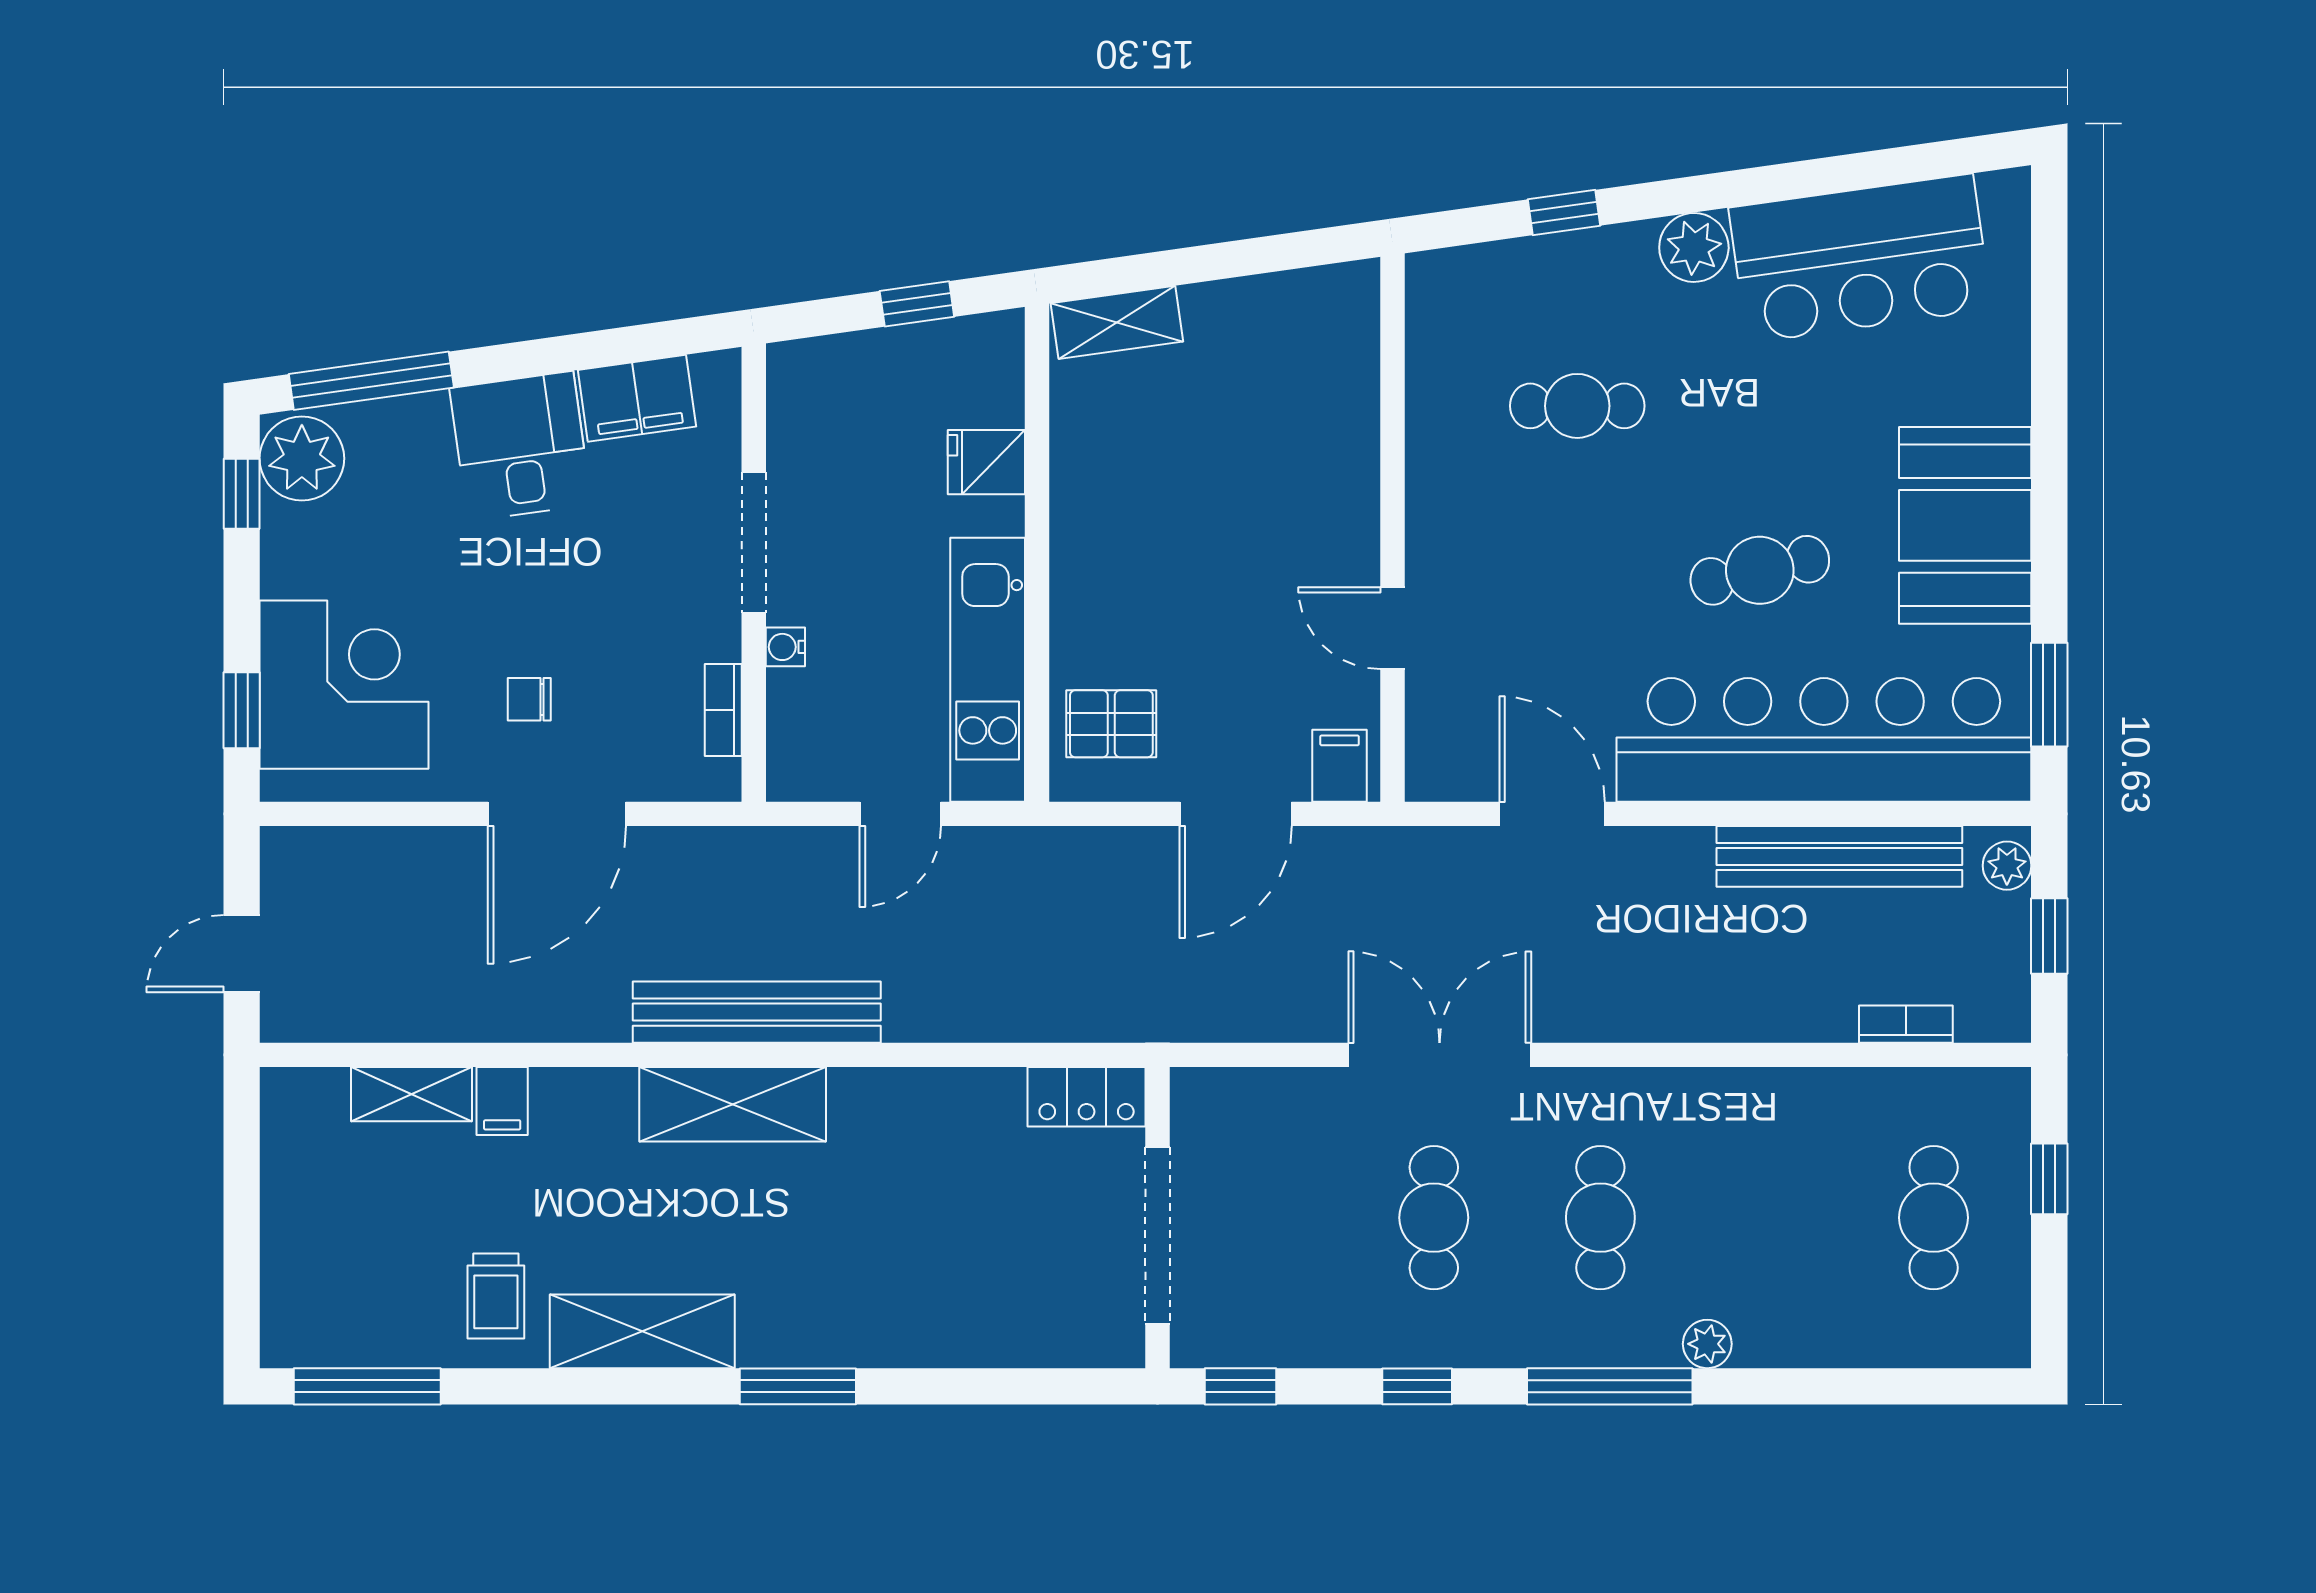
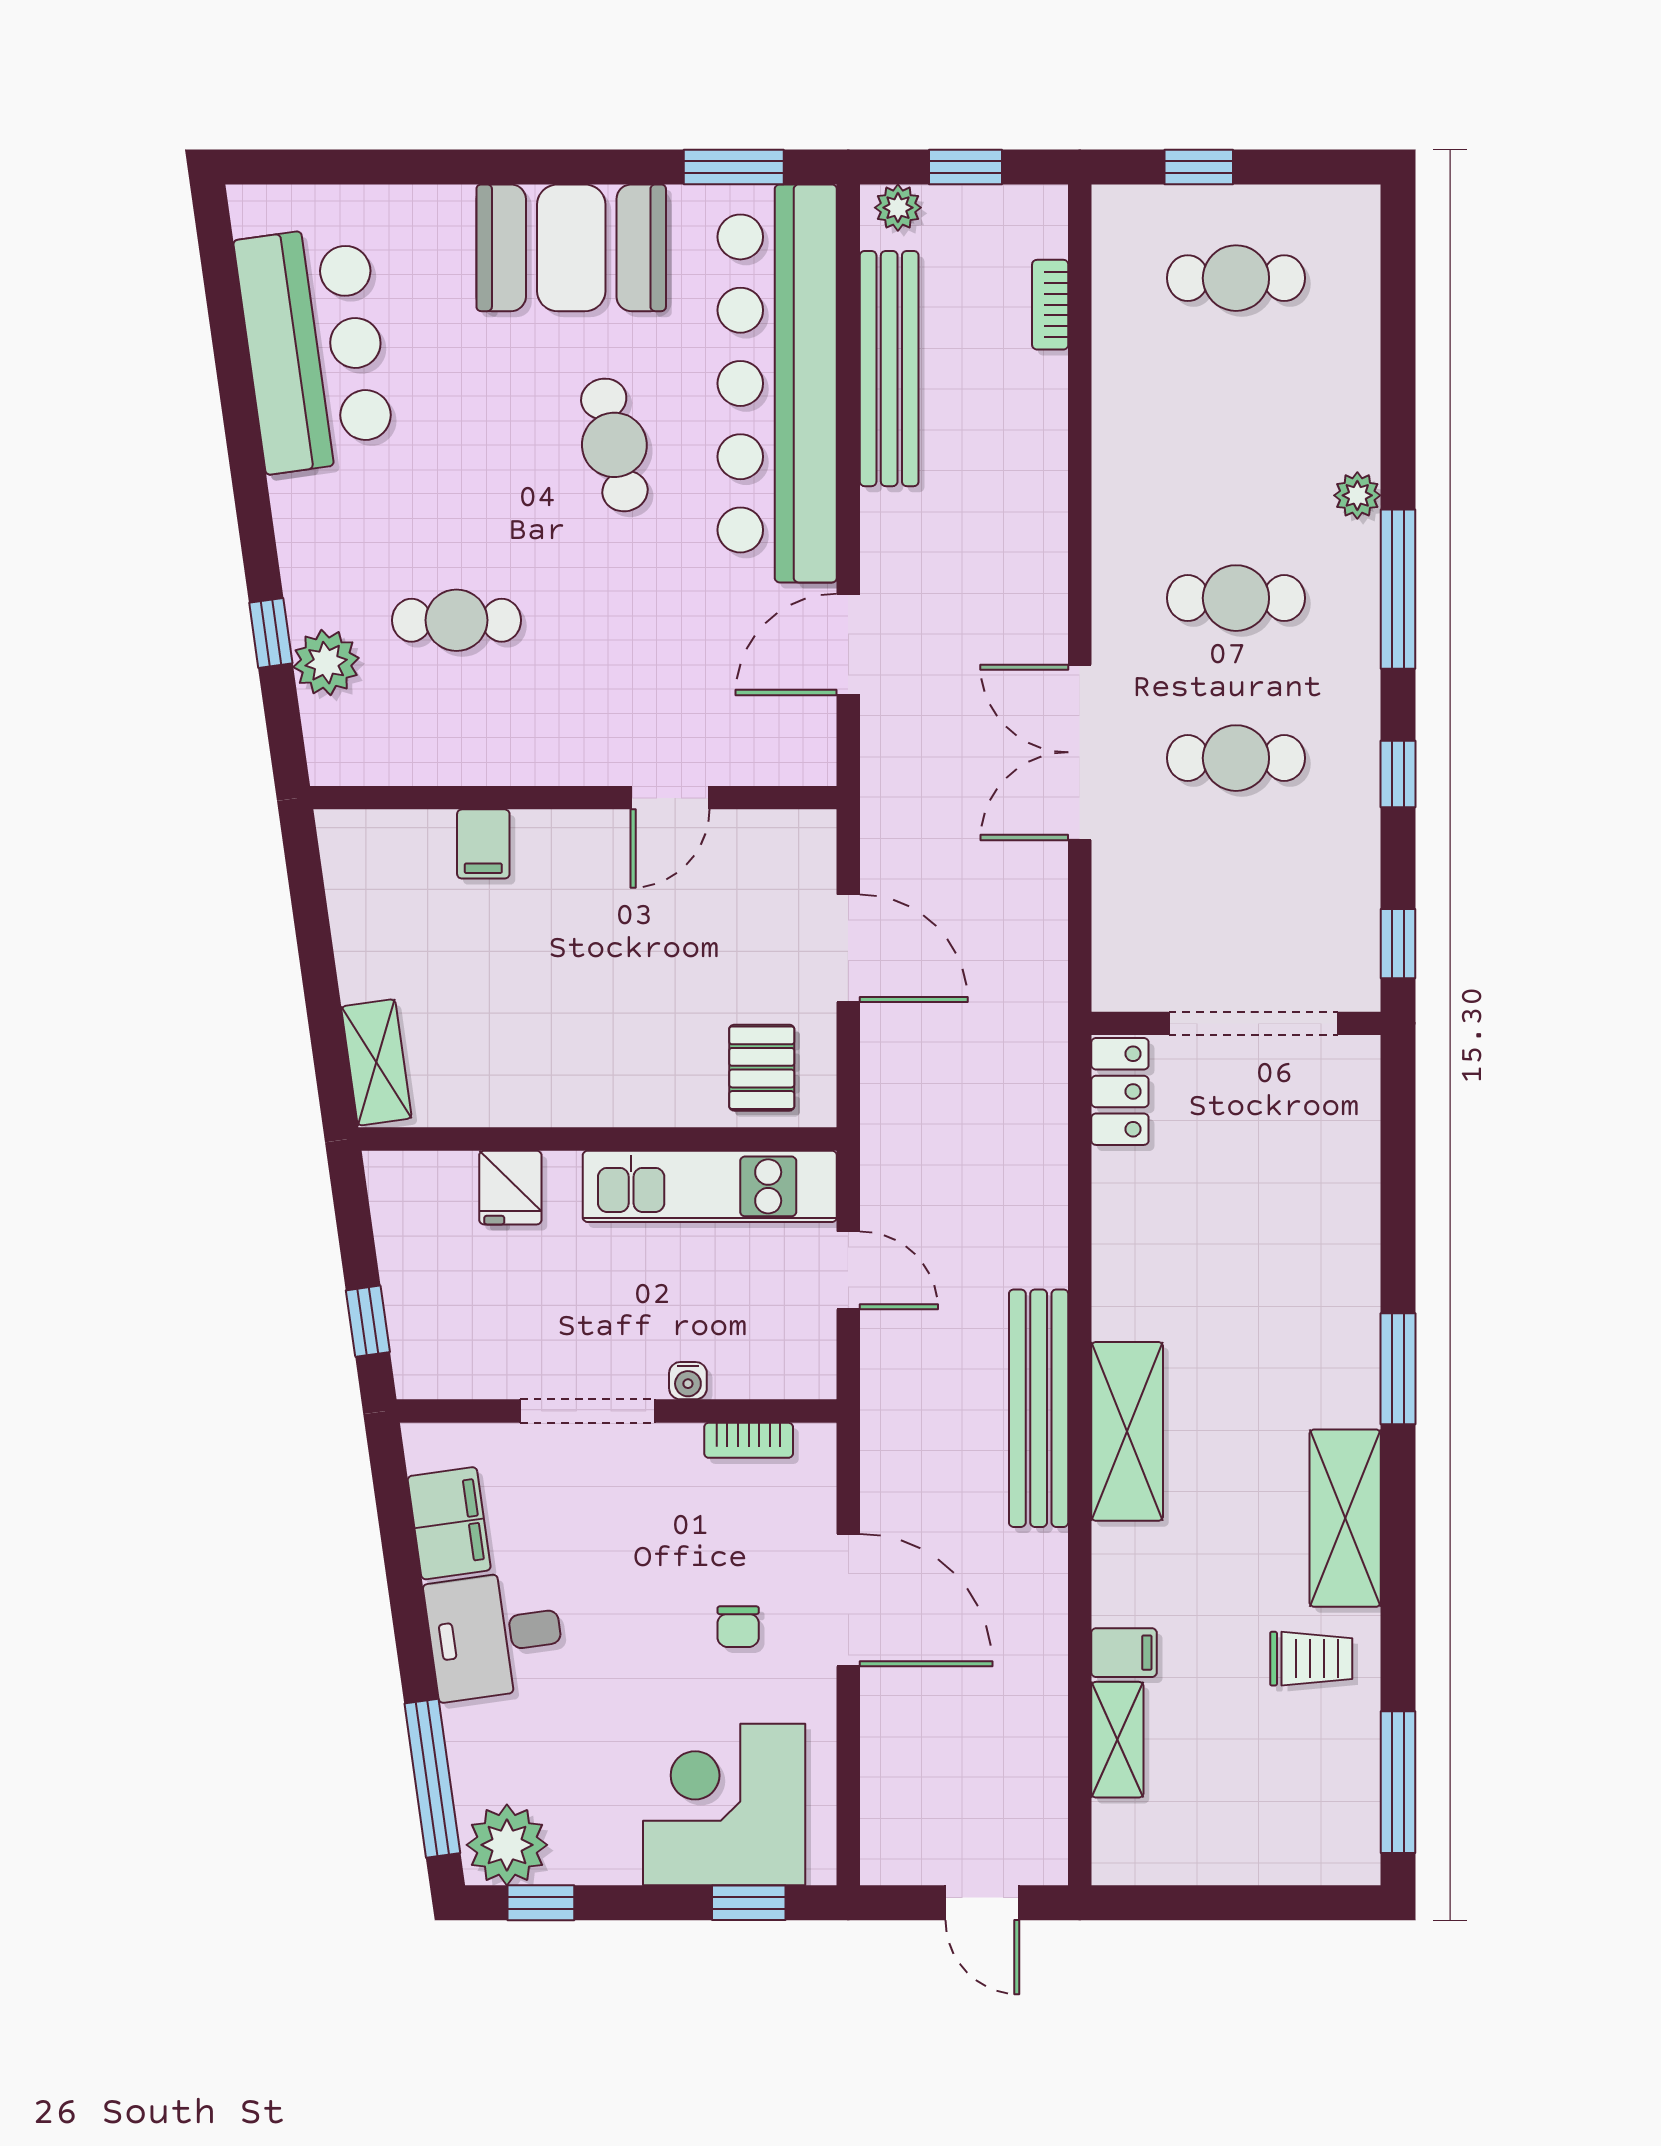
plant: (1694, 247) -> (326, 663), moved
window: (917, 304) -> (368, 1321), moved
cafe table: (1577, 406) -> (456, 620), turned 90
filing cabinet: (1340, 766) -> (483, 844), moved, turned -90

